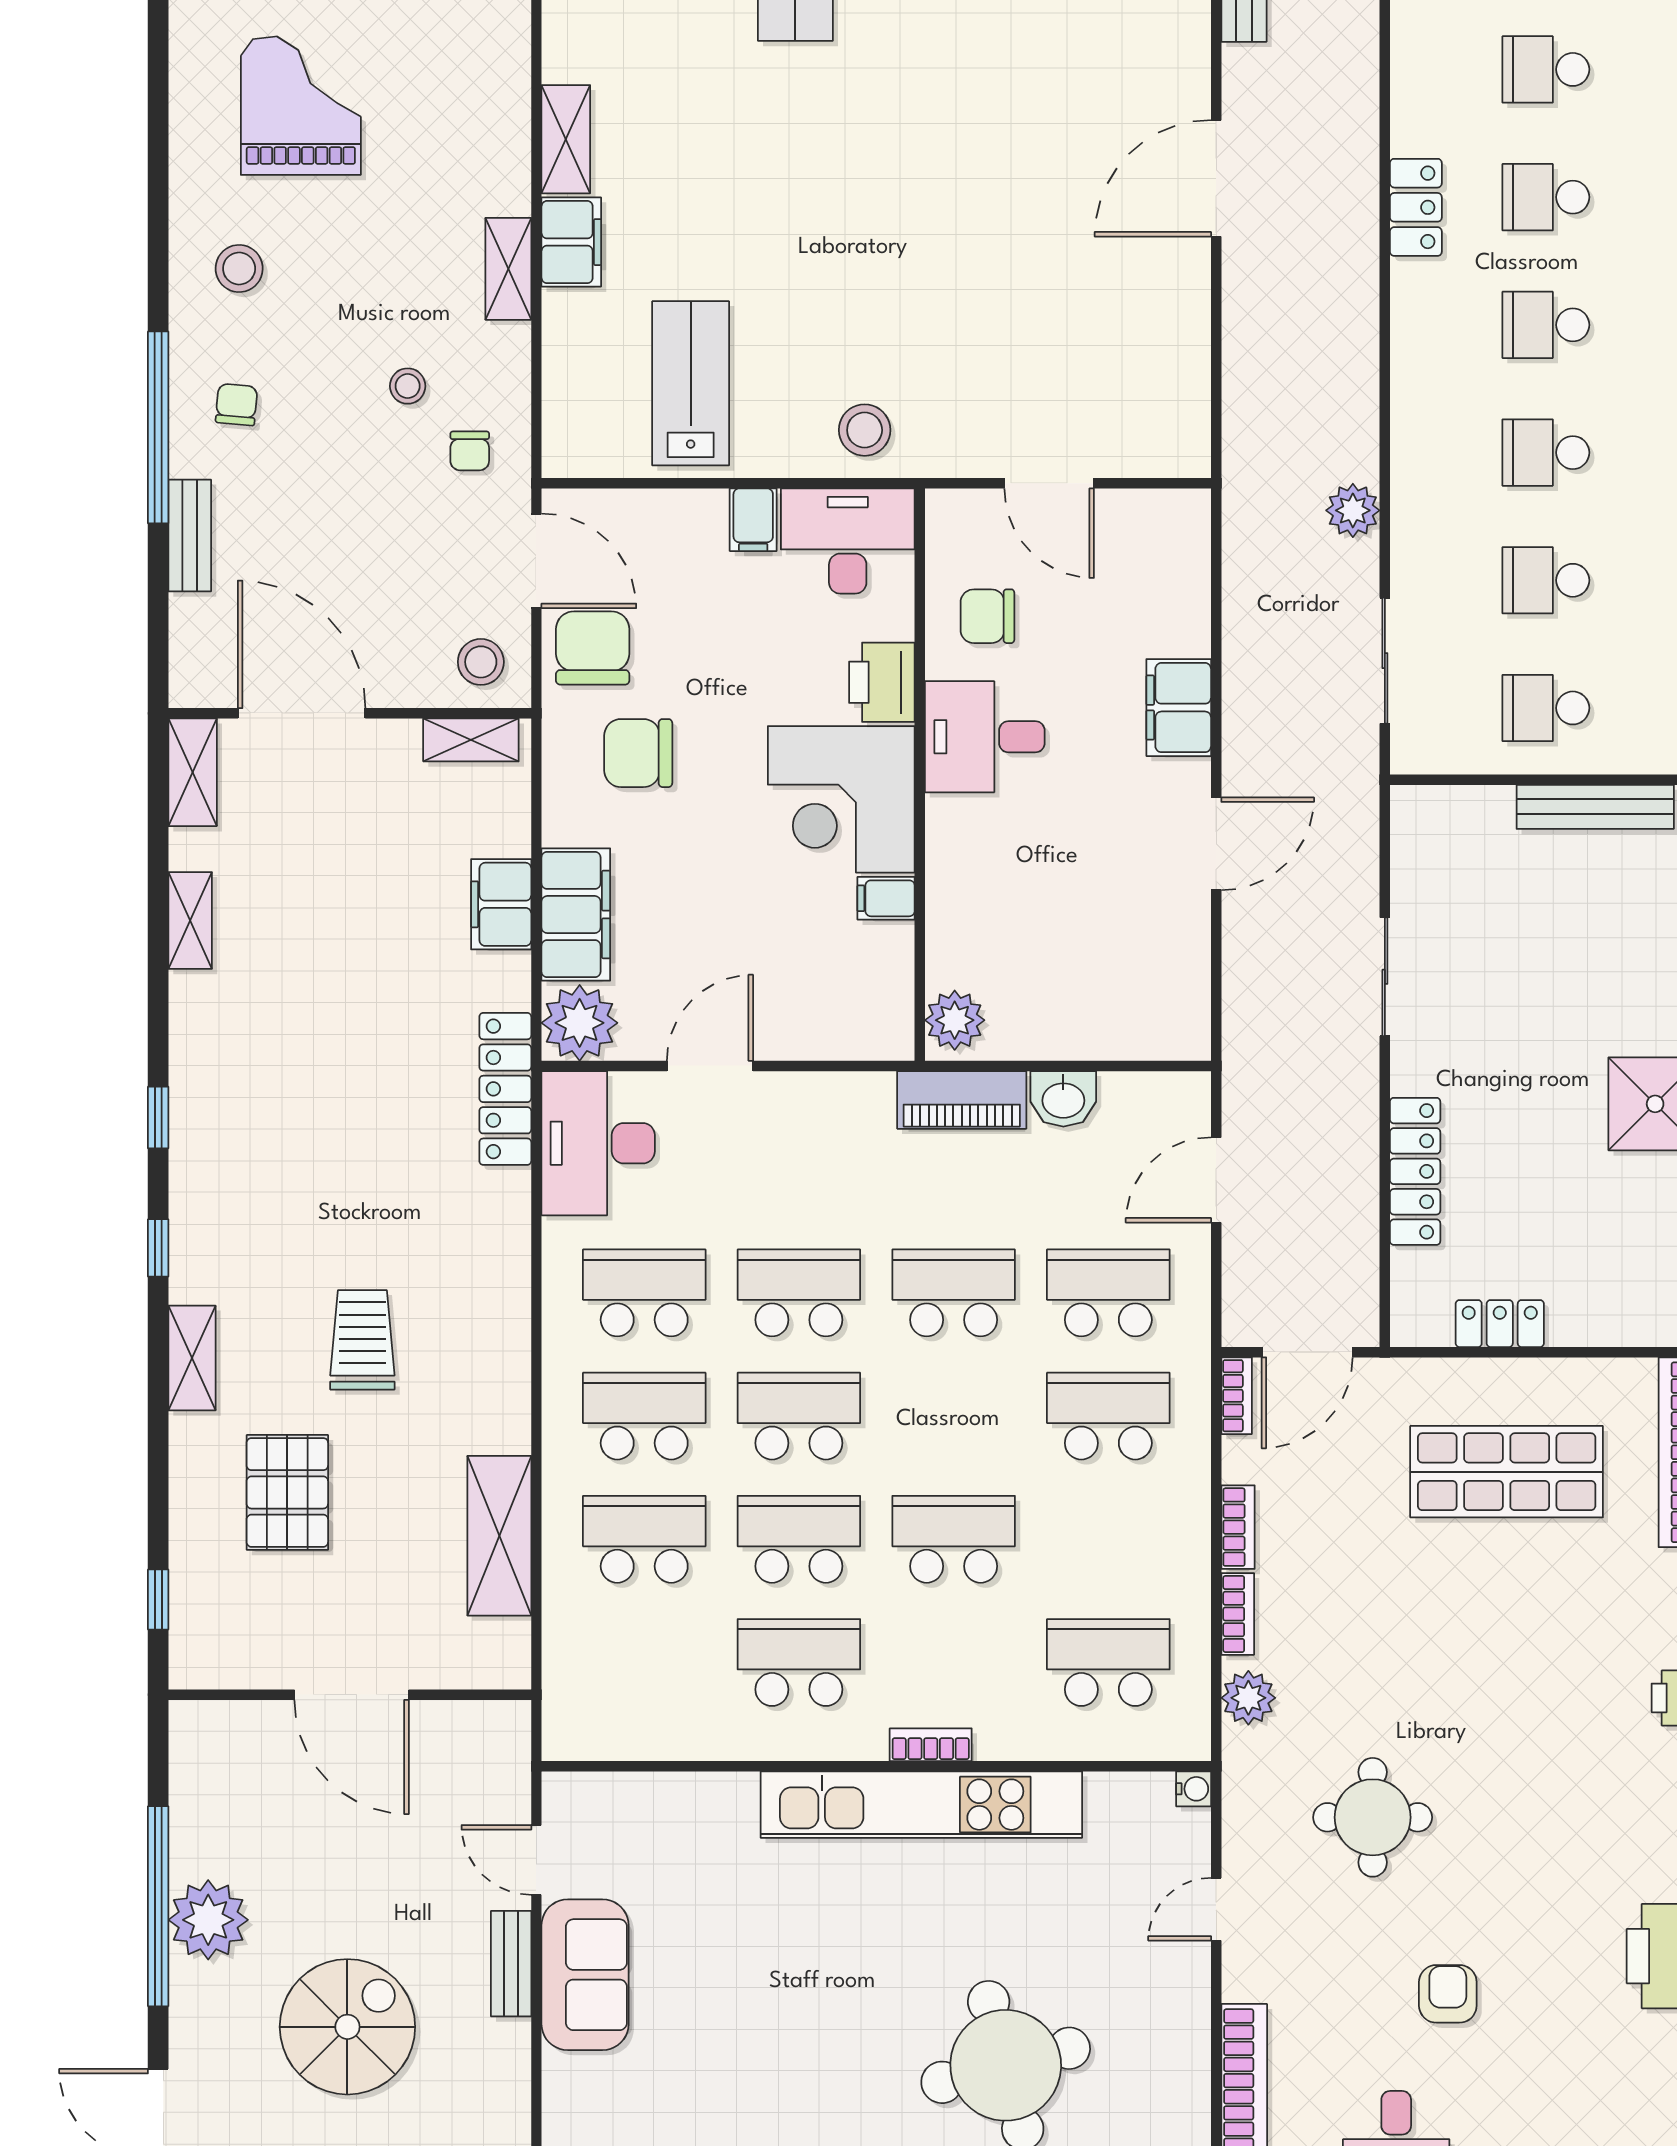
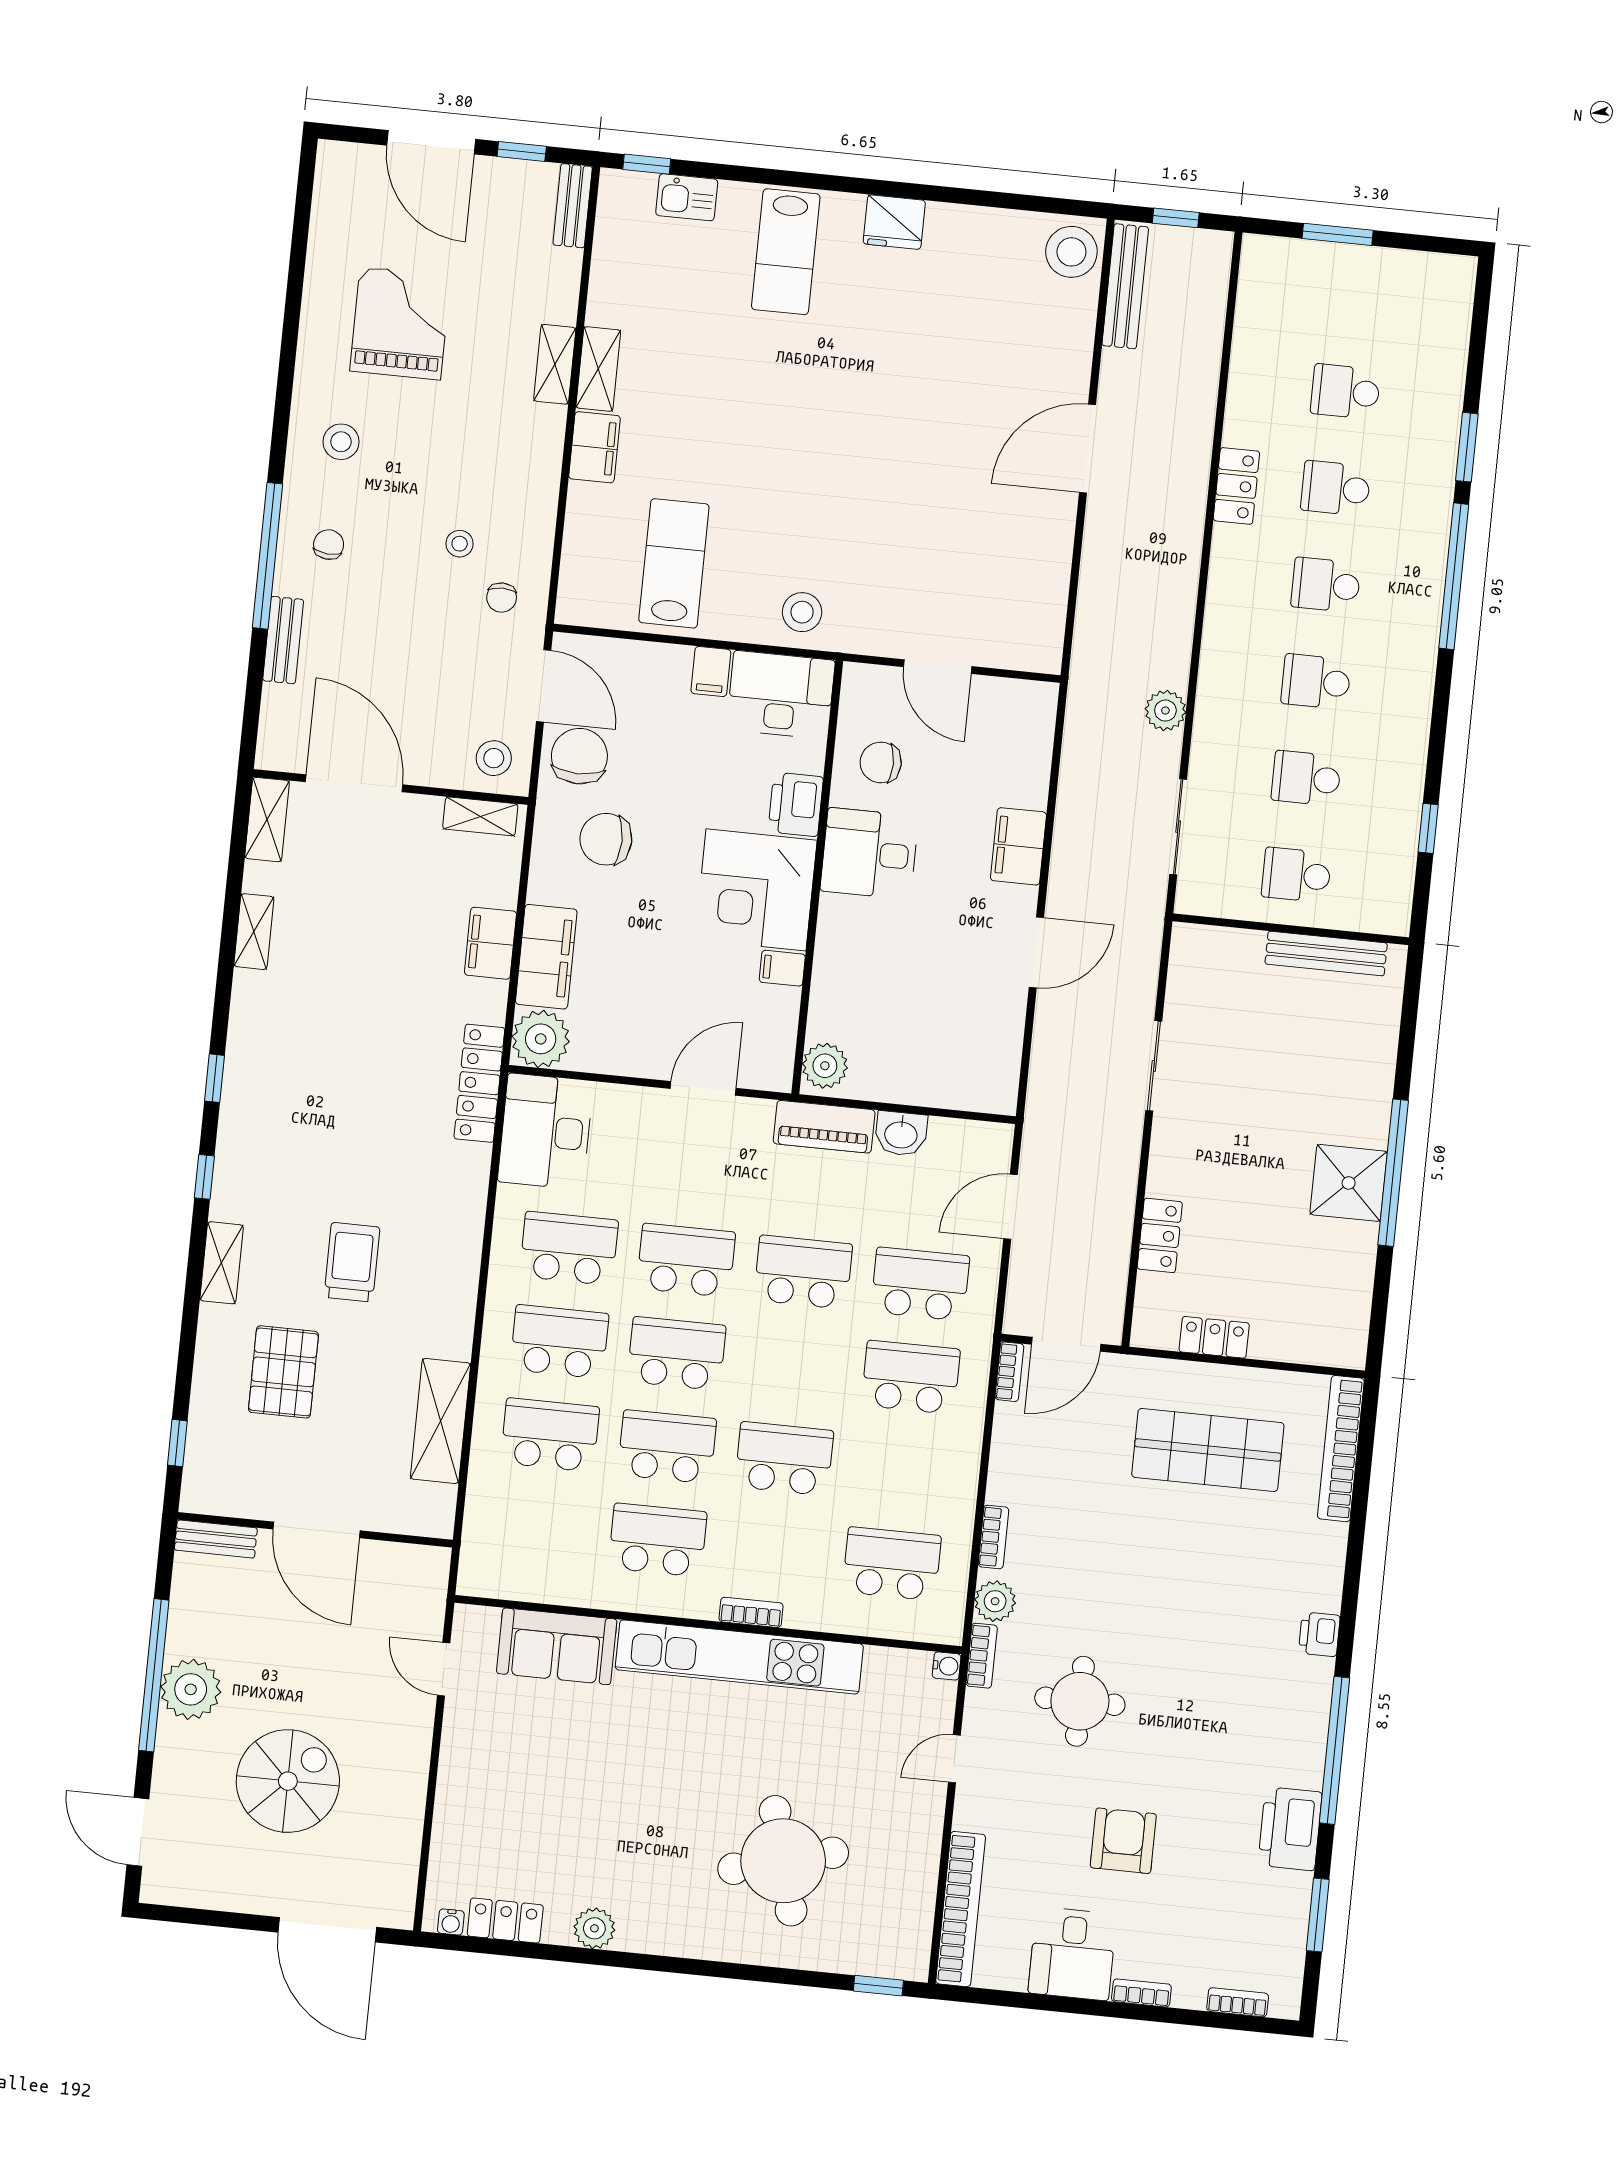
shelving: (508, 269) -> (555, 364), moved
door: (710, 1066) -> (703, 1088), moved
locker: (1415, 1171) -> (1160, 1235), width x0.66
bookcase: (1238, 1527) -> (982, 1656), moved
bench: (511, 1964) -> (216, 1539), moved, turned 90
sofa: (585, 1975) -> (557, 1646), moved, turned 90
armchair: (1448, 1994) -> (1123, 1841), width x1.38, depth x1.38

